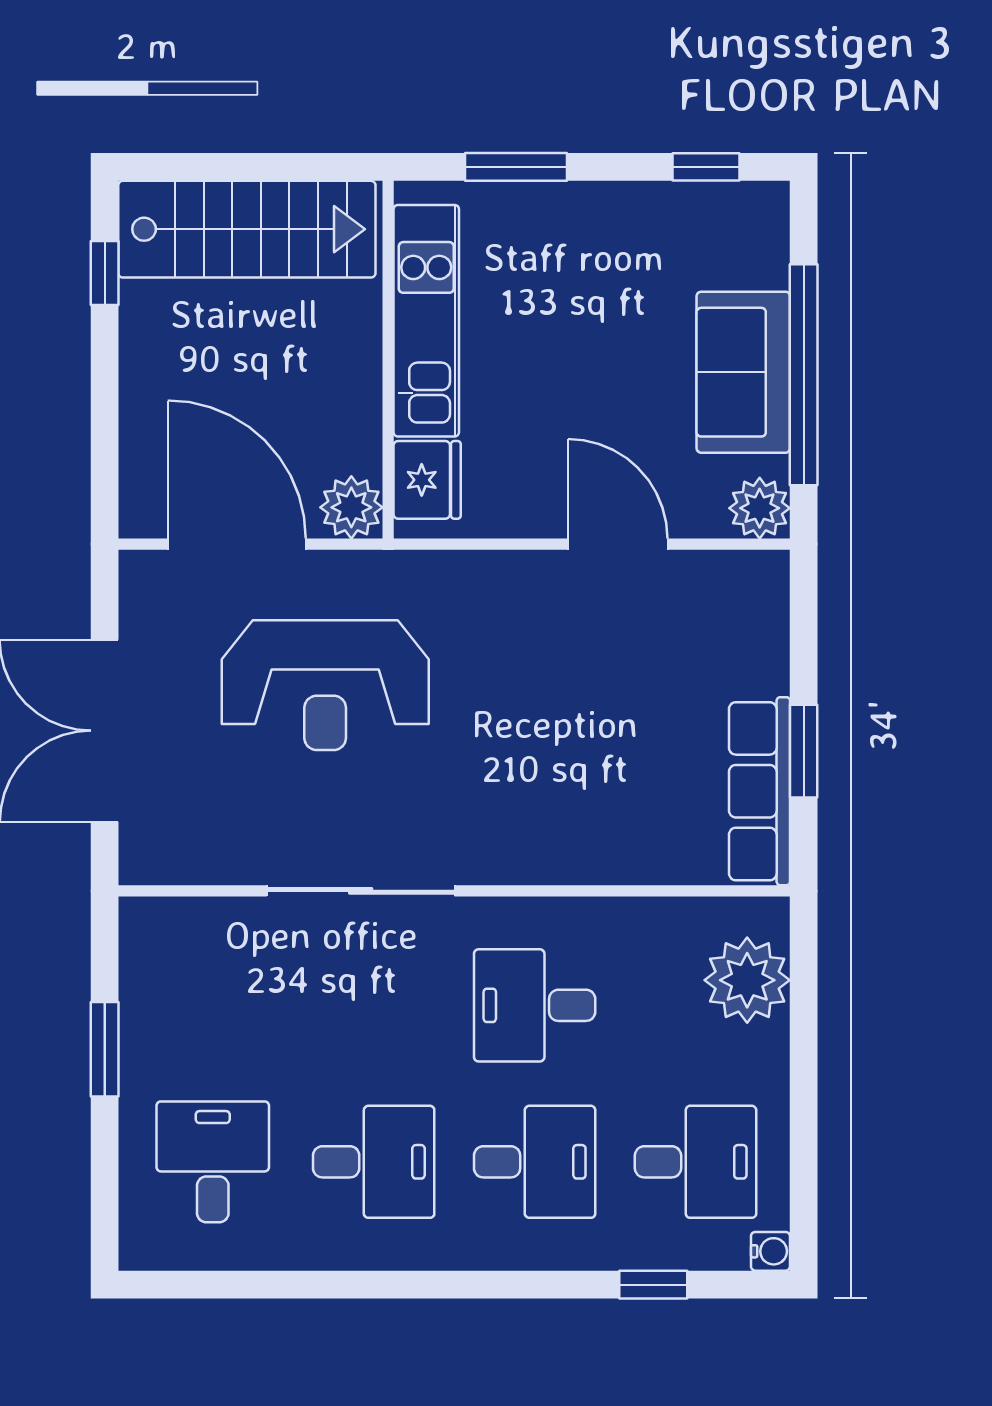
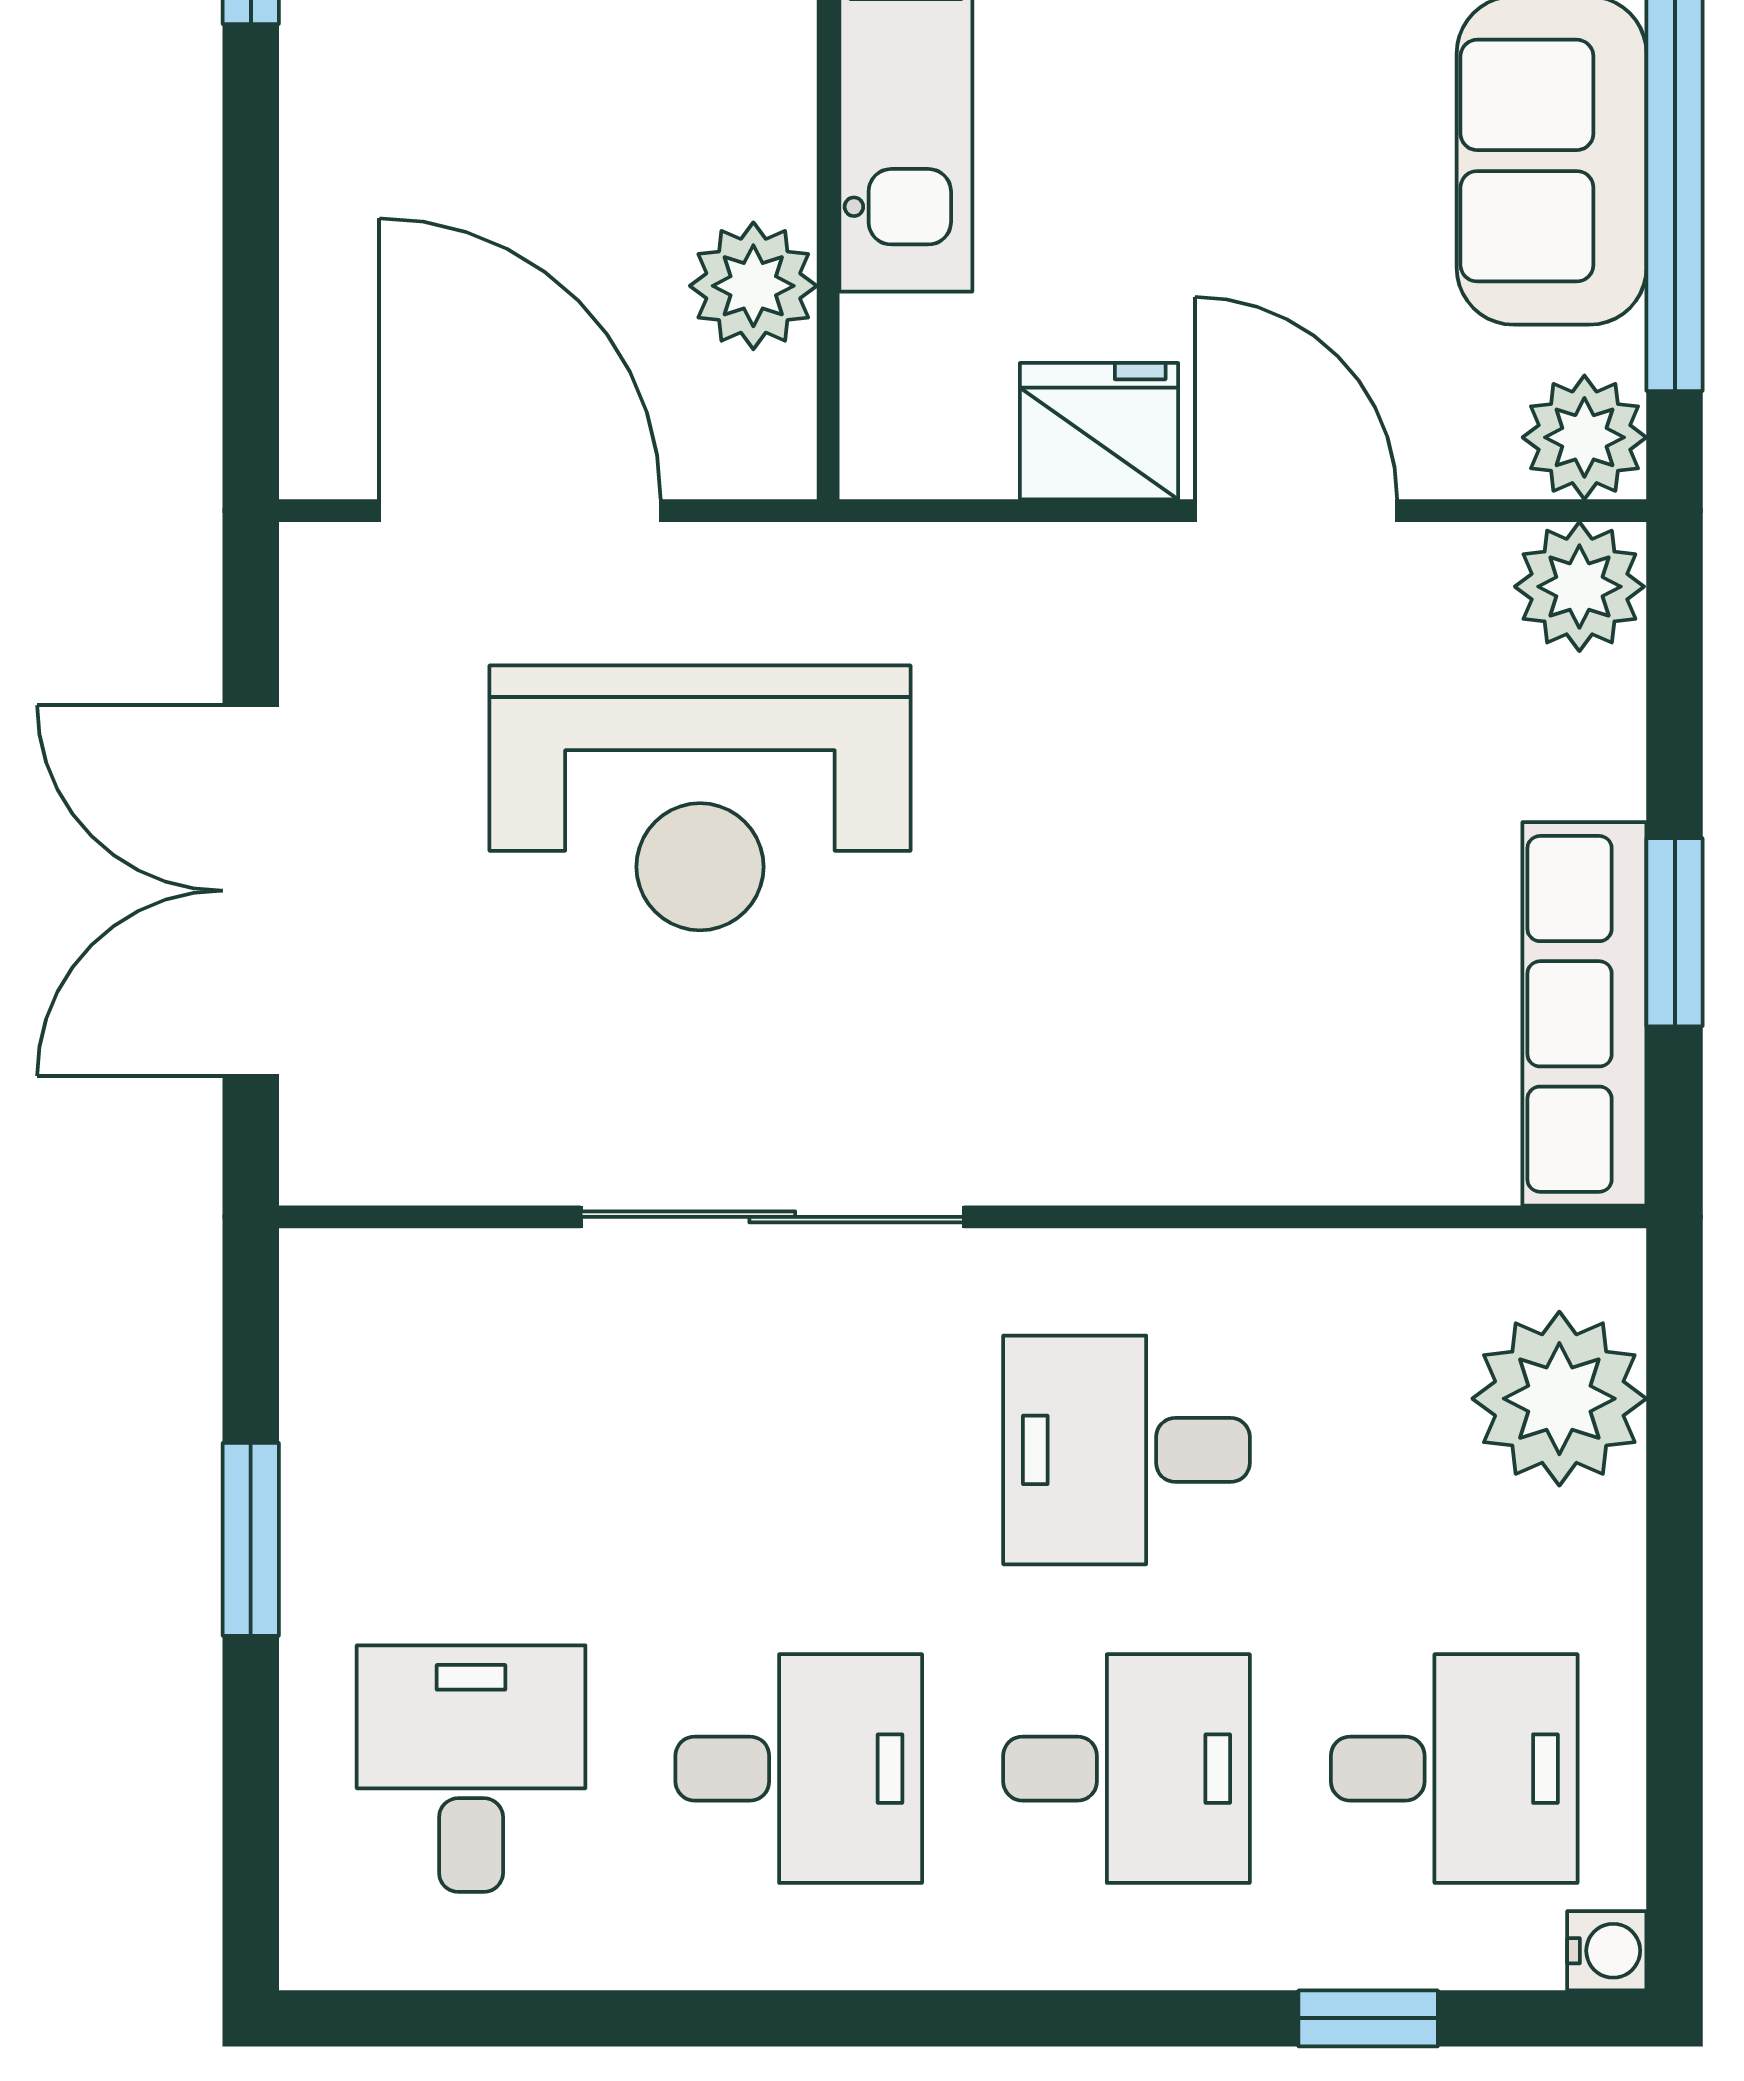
fridge: (427, 480) -> (1099, 431), moved, turned -90
plant: (351, 507) -> (753, 286), moved
plant: (757, 581) -> (1579, 587), added

